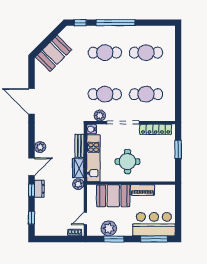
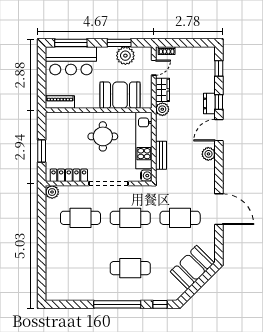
cafe table: (146, 53) -> (180, 218), moved
plant: (100, 116) -> (52, 192), moved
wardrobe: (78, 168) -> (162, 90), moved
piano: (142, 190) -> (60, 102), moved

